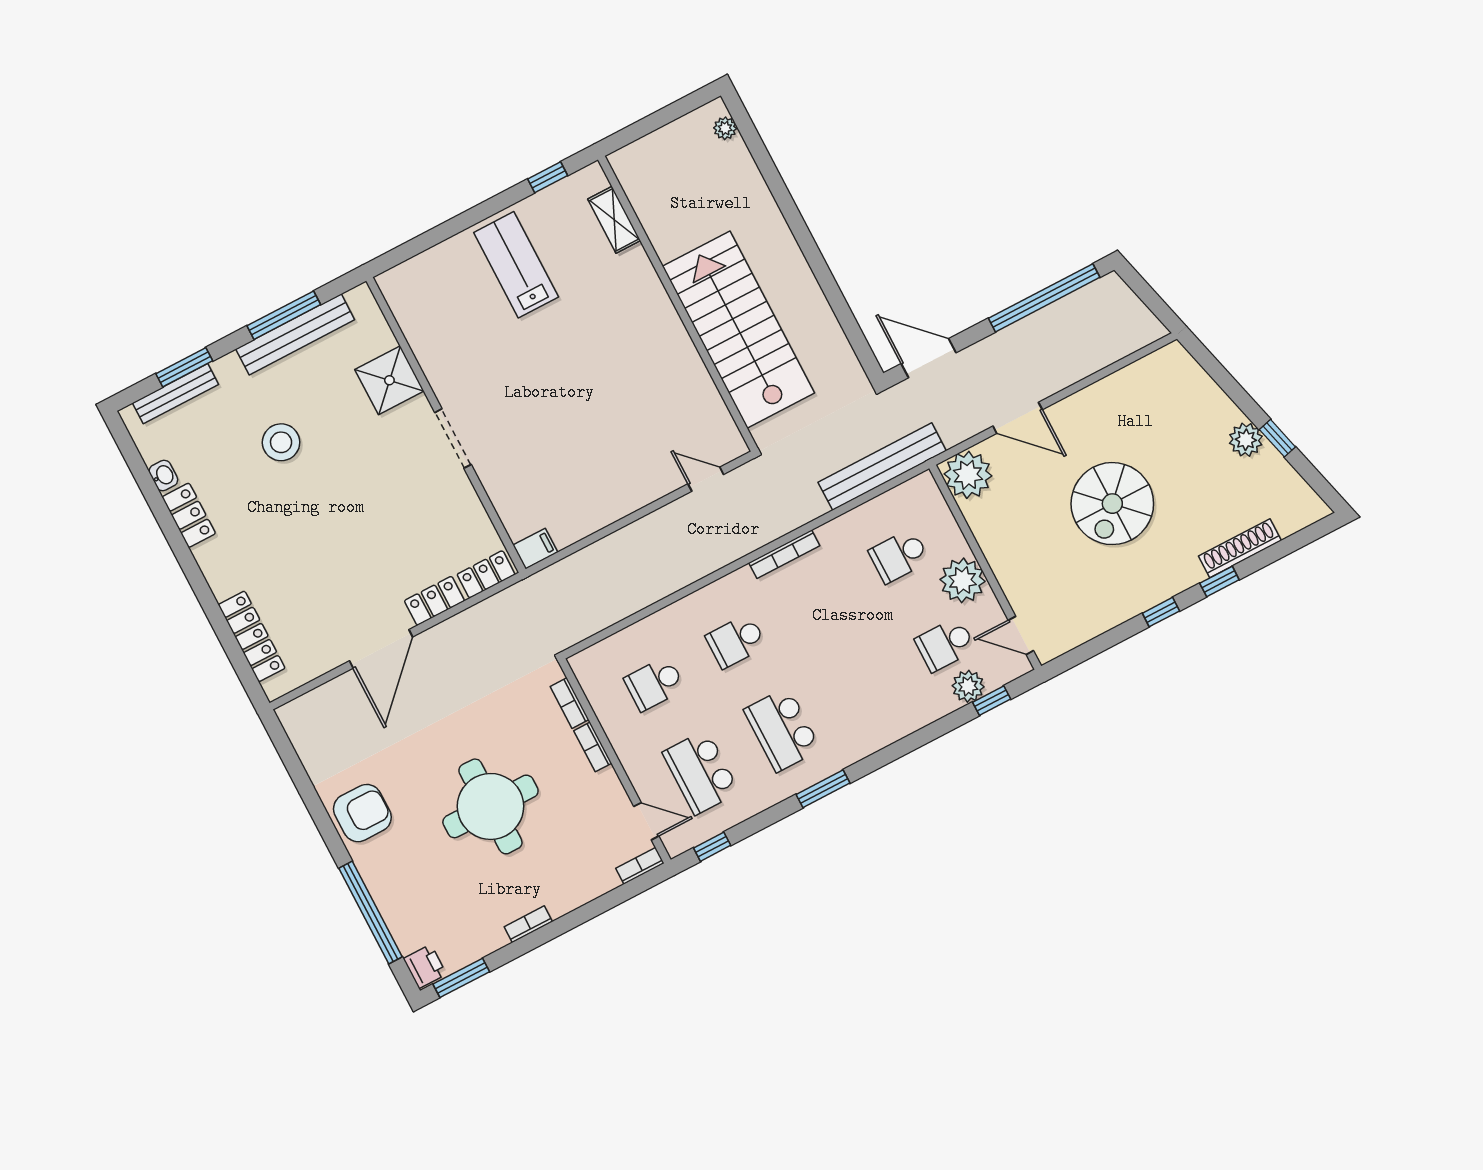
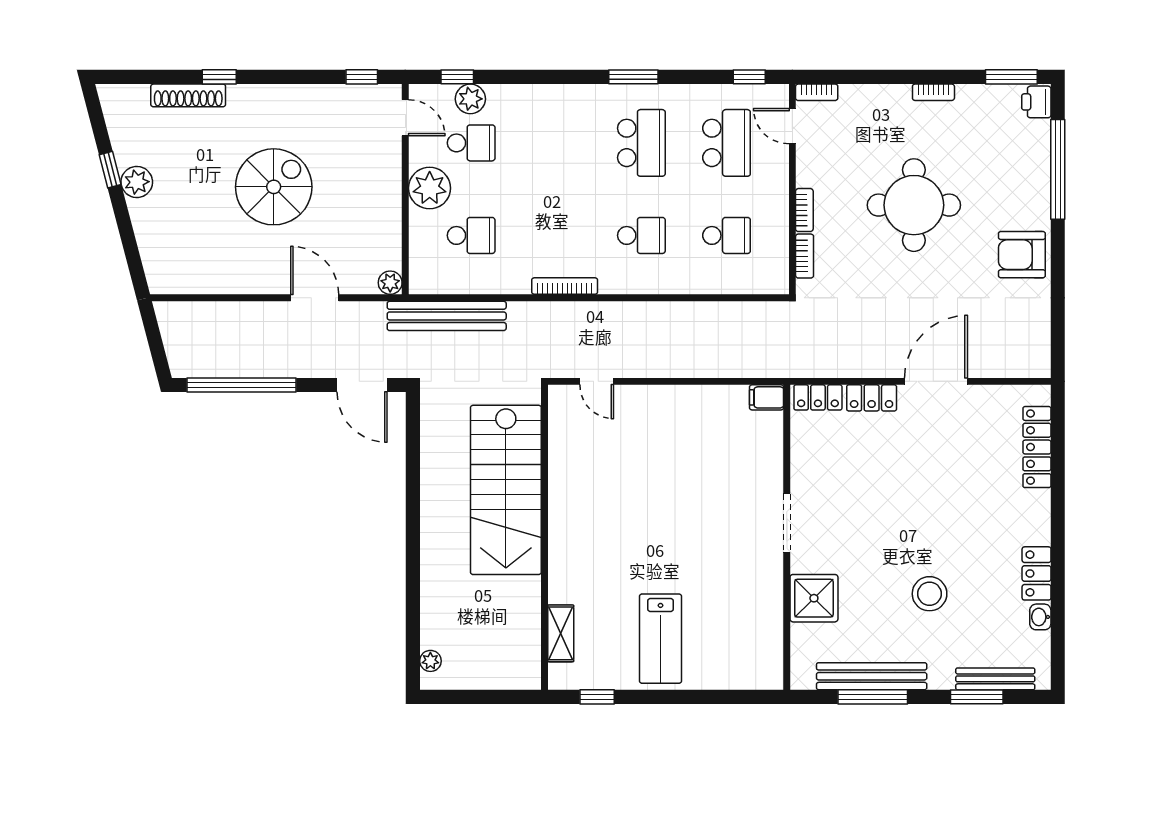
plant: (968, 475) -> (390, 283), width x0.53, depth x0.53
window: (1161, 612) -> (362, 77), moved

